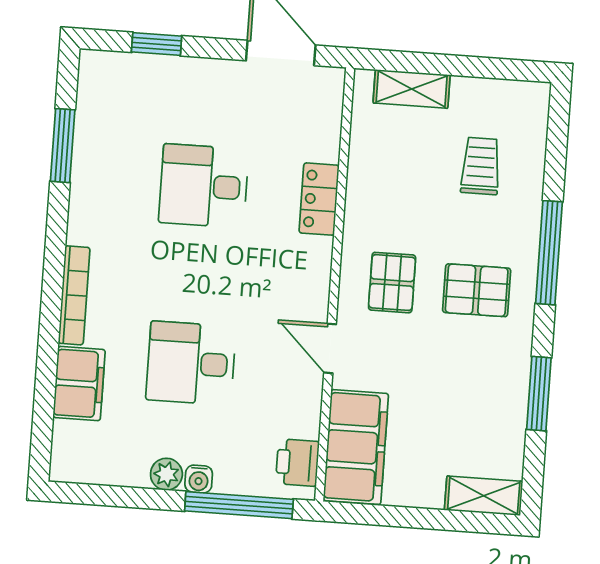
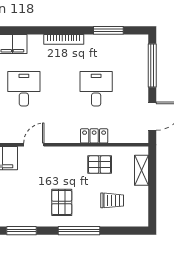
window: (157, 44) -> (152, 66), width x2.17
pallet: (392, 283) -> (100, 165), moved
bookcase: (74, 295) -> (64, 39), moved

